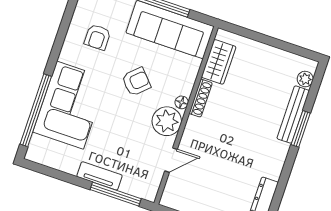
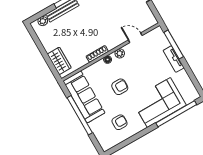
wardrobe: (219, 62) -> (59, 61), moved, turned 90
armchair: (136, 82) -> (120, 87), turned 133
plant: (167, 121) -> (120, 53), width x0.53, depth x0.53

